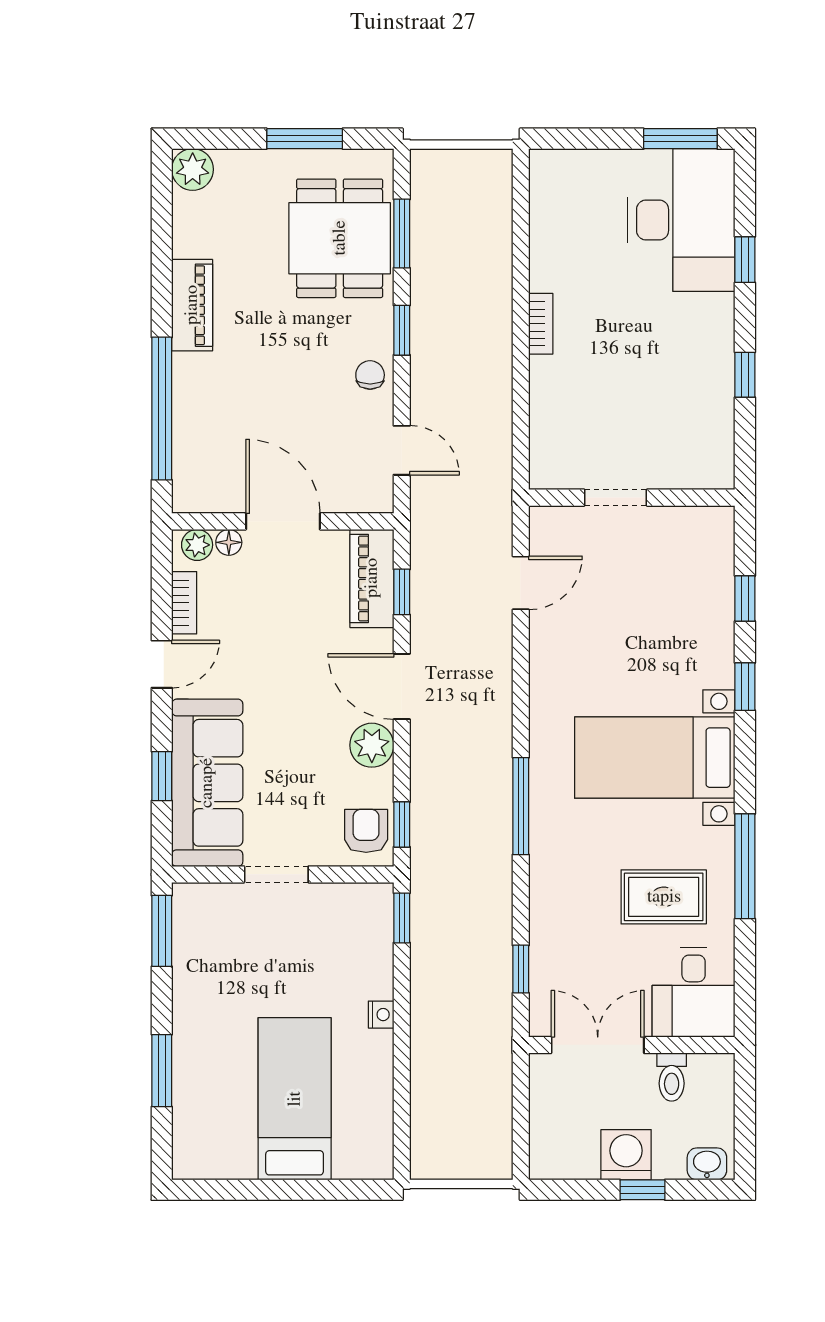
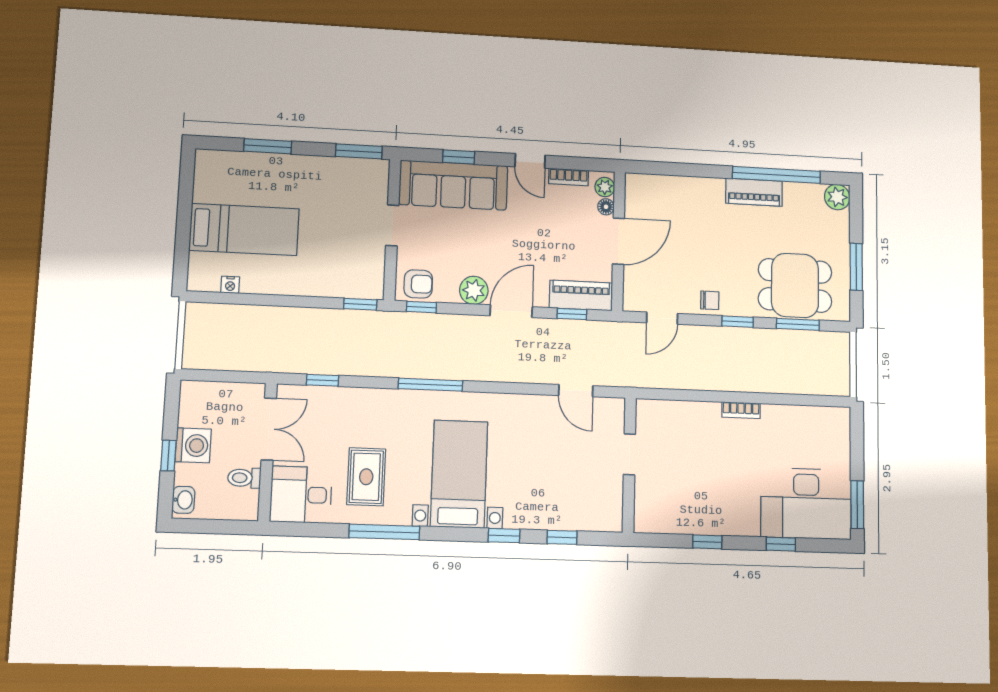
window: (162, 409) -> (776, 175), moved
nightstand: (381, 1015) -> (230, 285), moved

